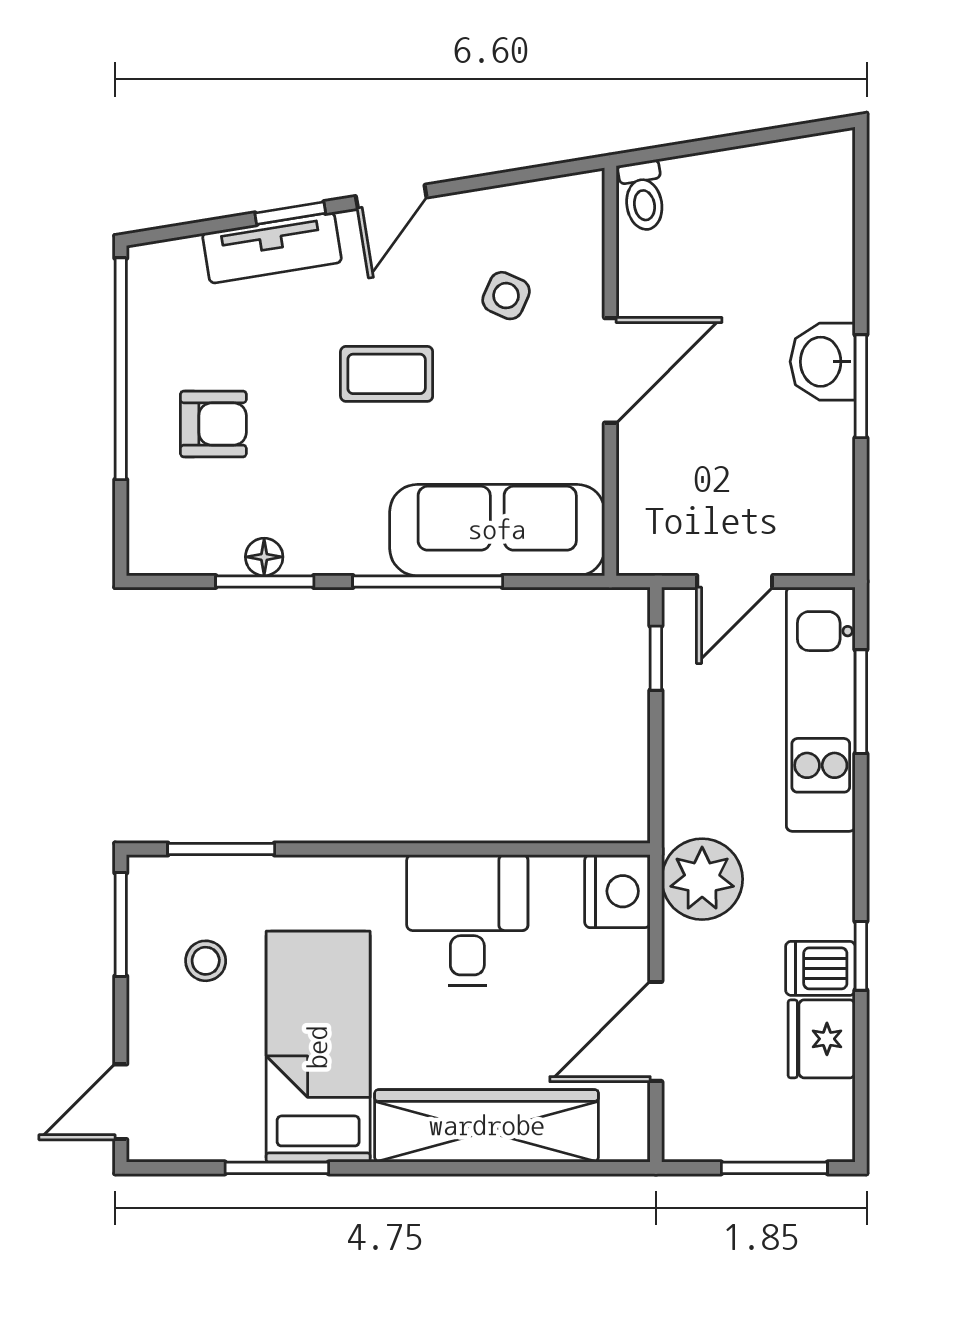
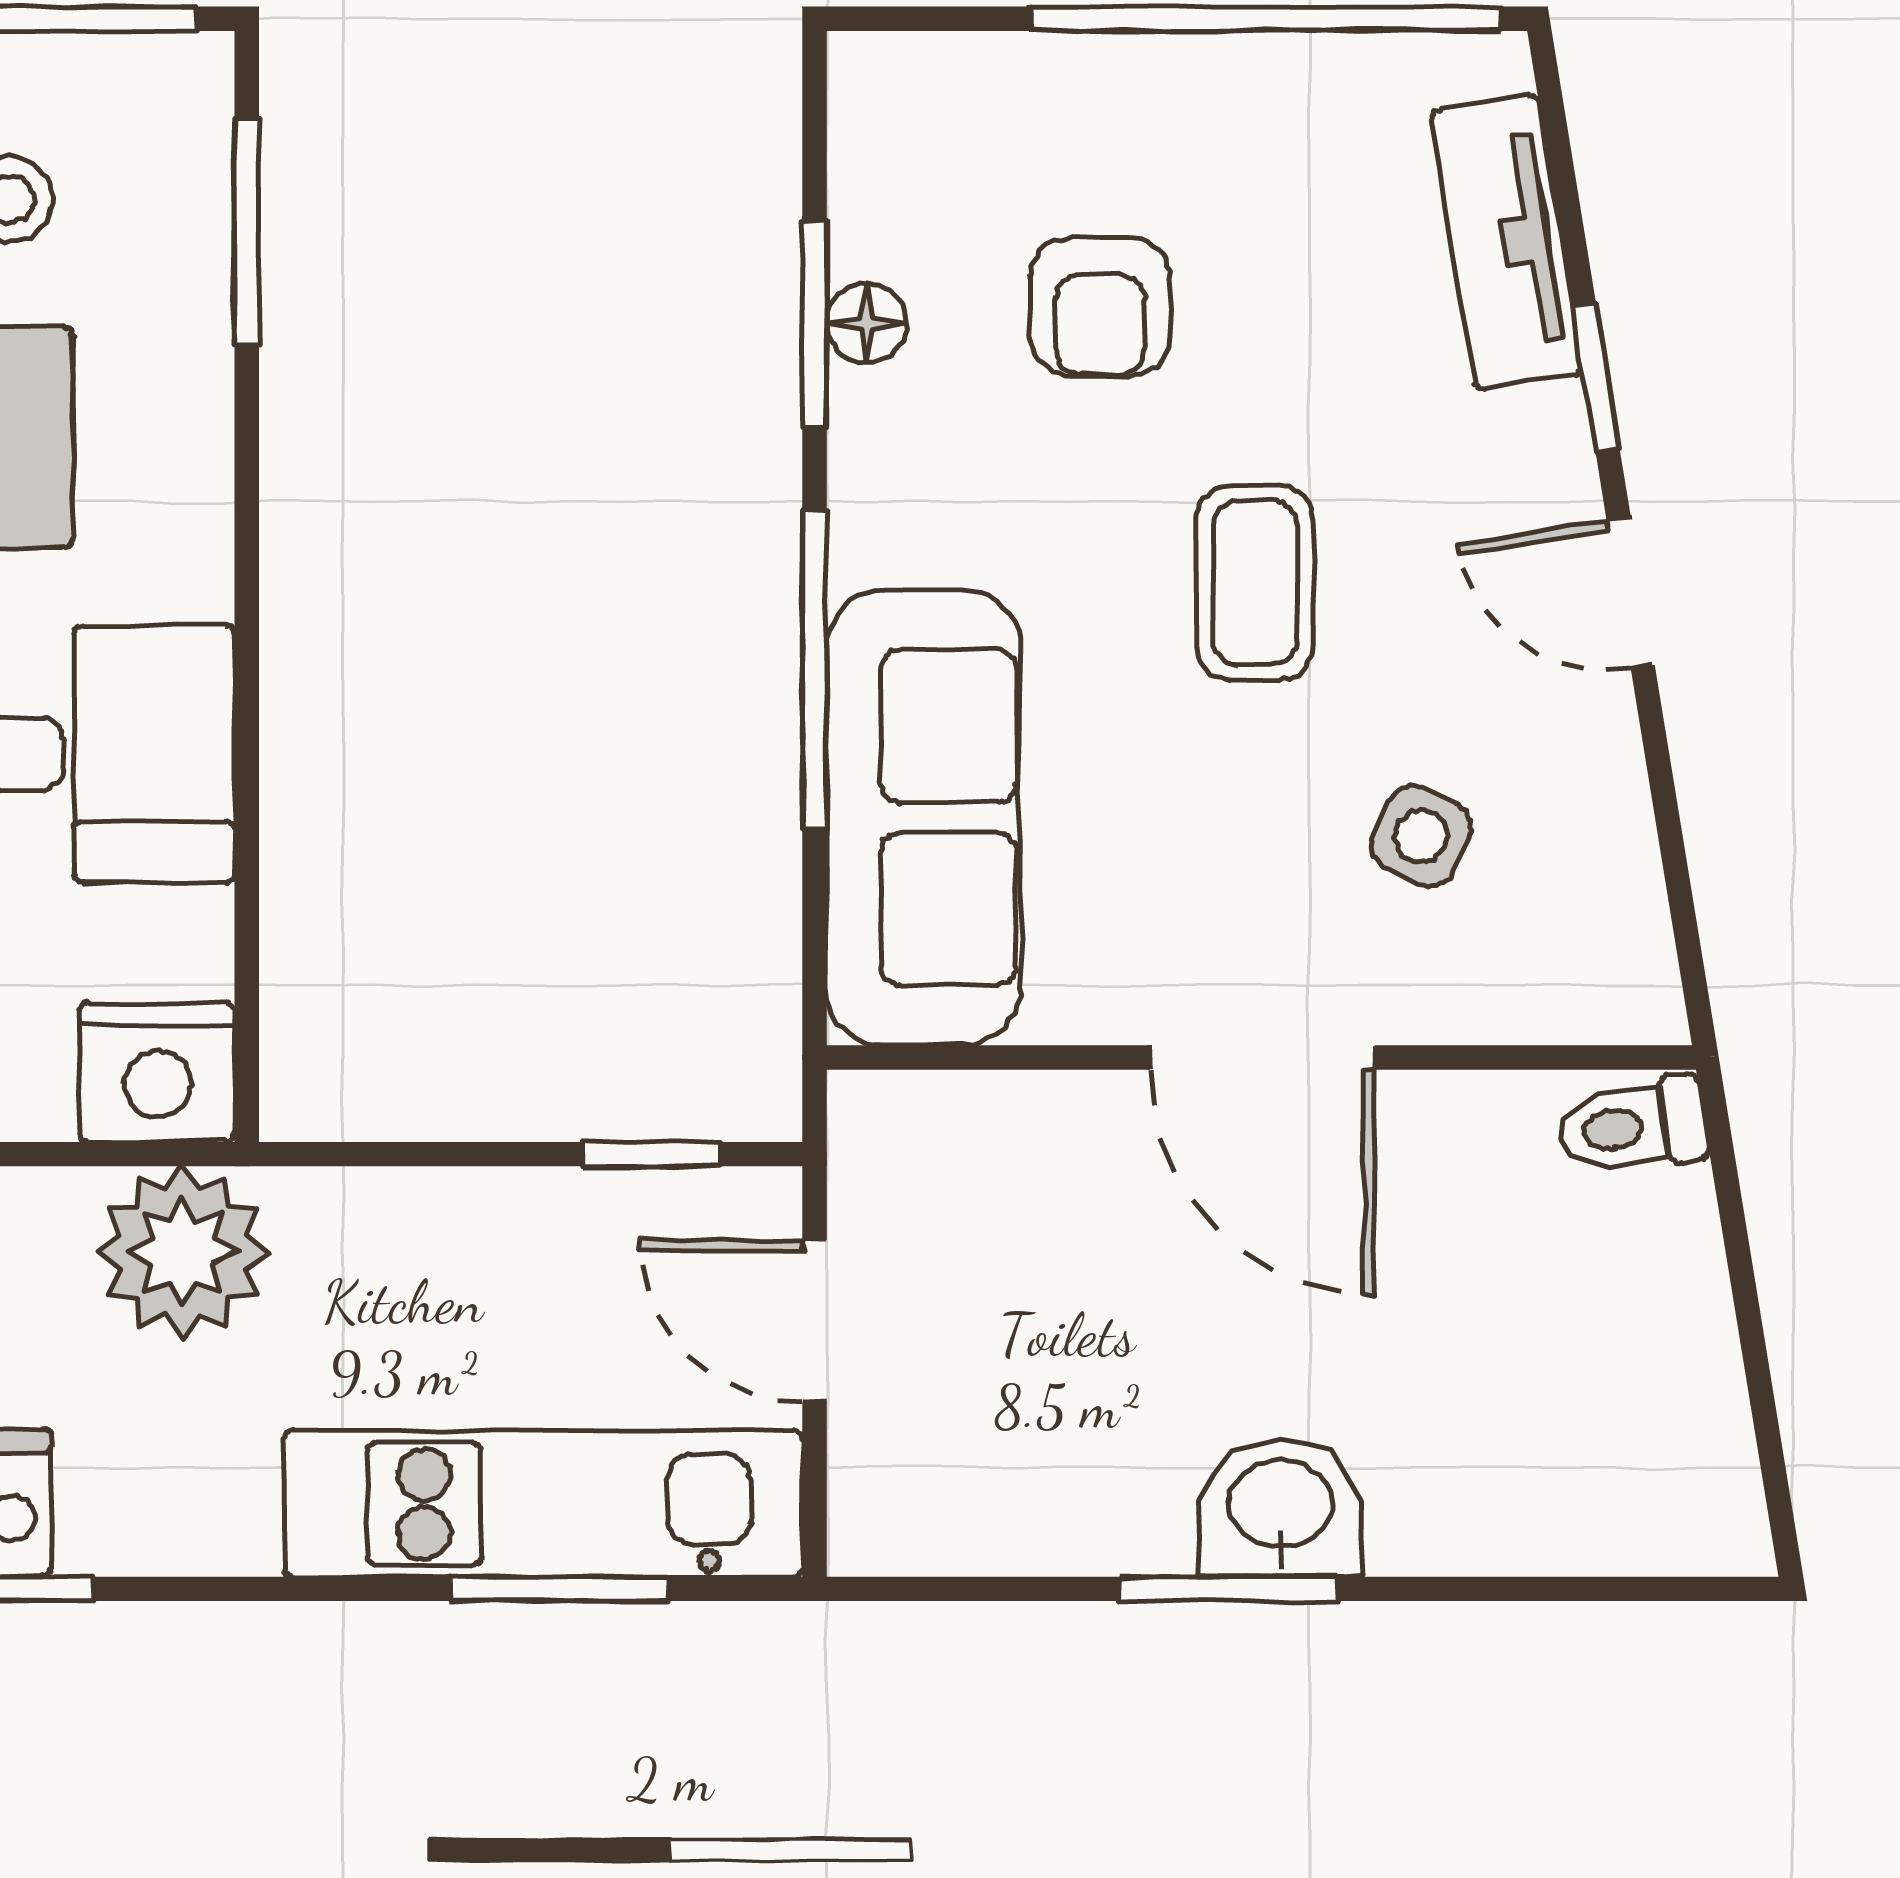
tv unit: (272, 248) -> (1507, 242), moved
armchair: (213, 424) -> (1100, 307), moved

